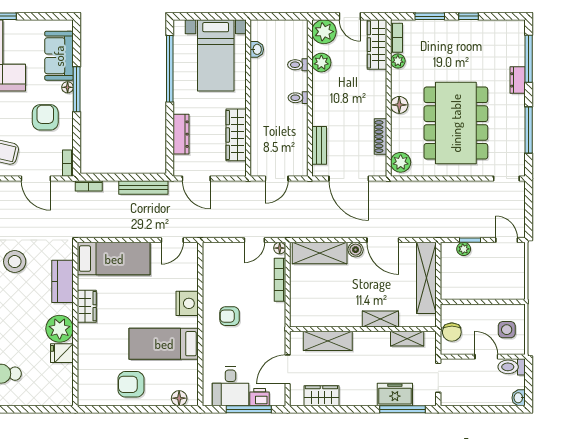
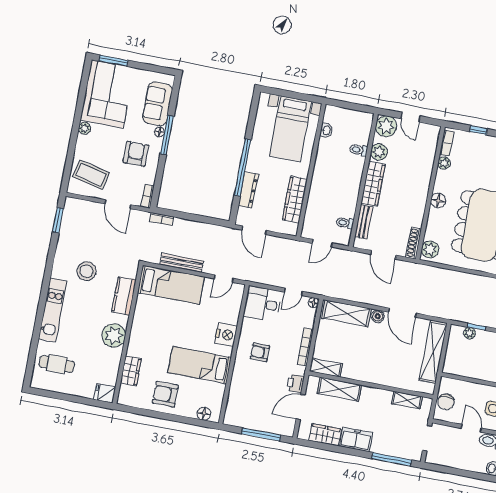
window: (430, 16) -> (478, 130), width x0.67
wardrobe: (377, 45) -> (373, 184), moved, turned 180
window: (170, 69) -> (243, 167), moved
toilet: (298, 98) -> (345, 223), moved
shoe rack: (380, 137) -> (414, 243), moved
door: (349, 179) -> (383, 255), width x0.73
bench: (143, 187) -> (182, 263), moved
bookcase: (280, 280) -> (305, 347), moved
wardrobe: (87, 306) -> (131, 371), moved
shelving: (380, 319) -> (326, 367), moved
fridge: (62, 353) -> (105, 393), moved
desk: (230, 386) -> (262, 304), moved, turned 90
freezer: (395, 394) -> (356, 440), moved
printer: (260, 397) -> (296, 383), moved, turned -90

